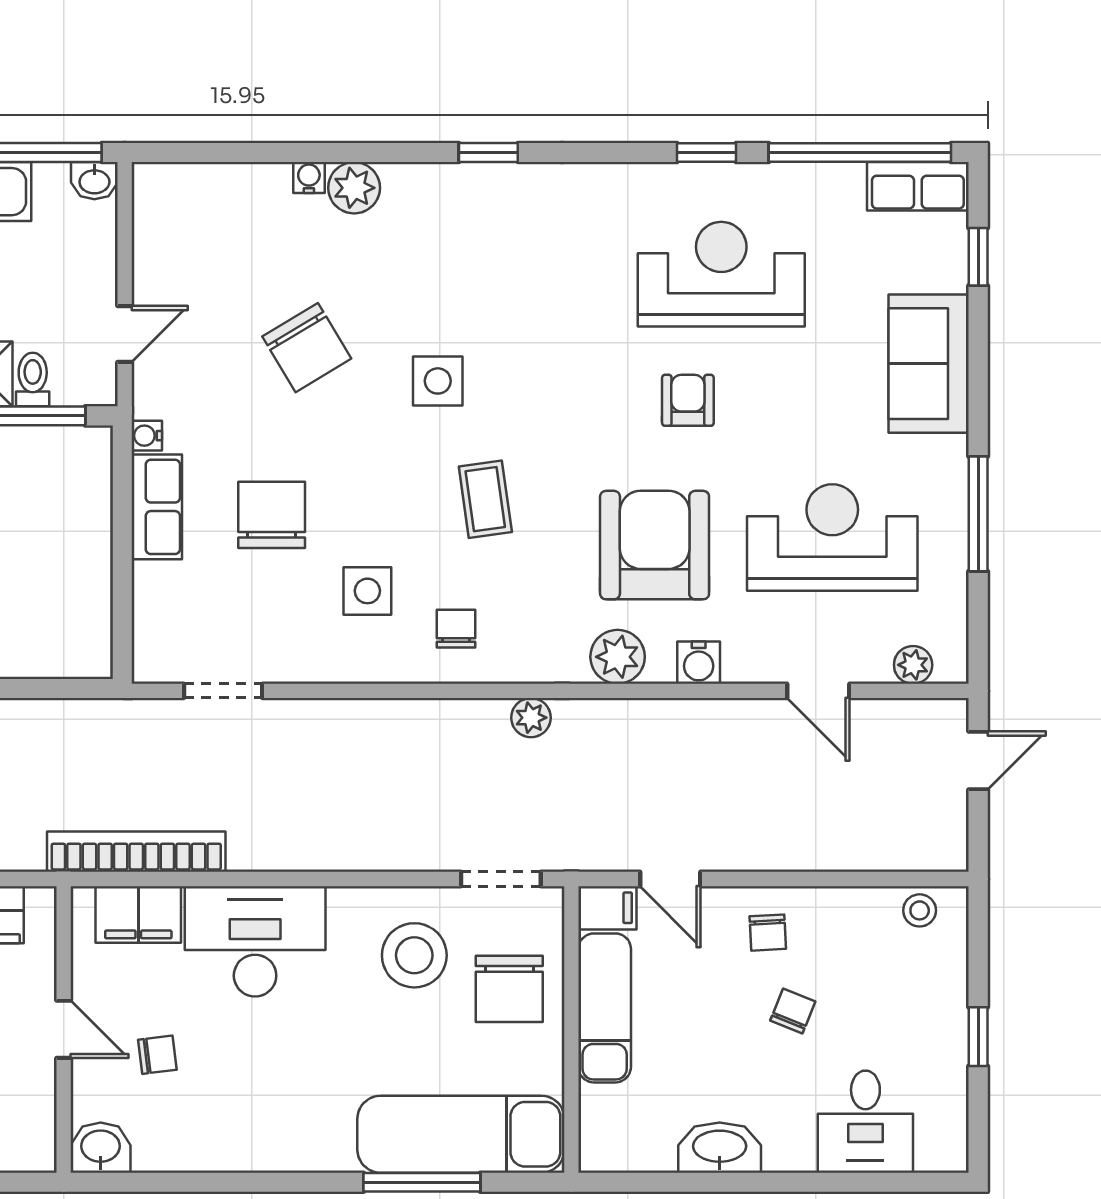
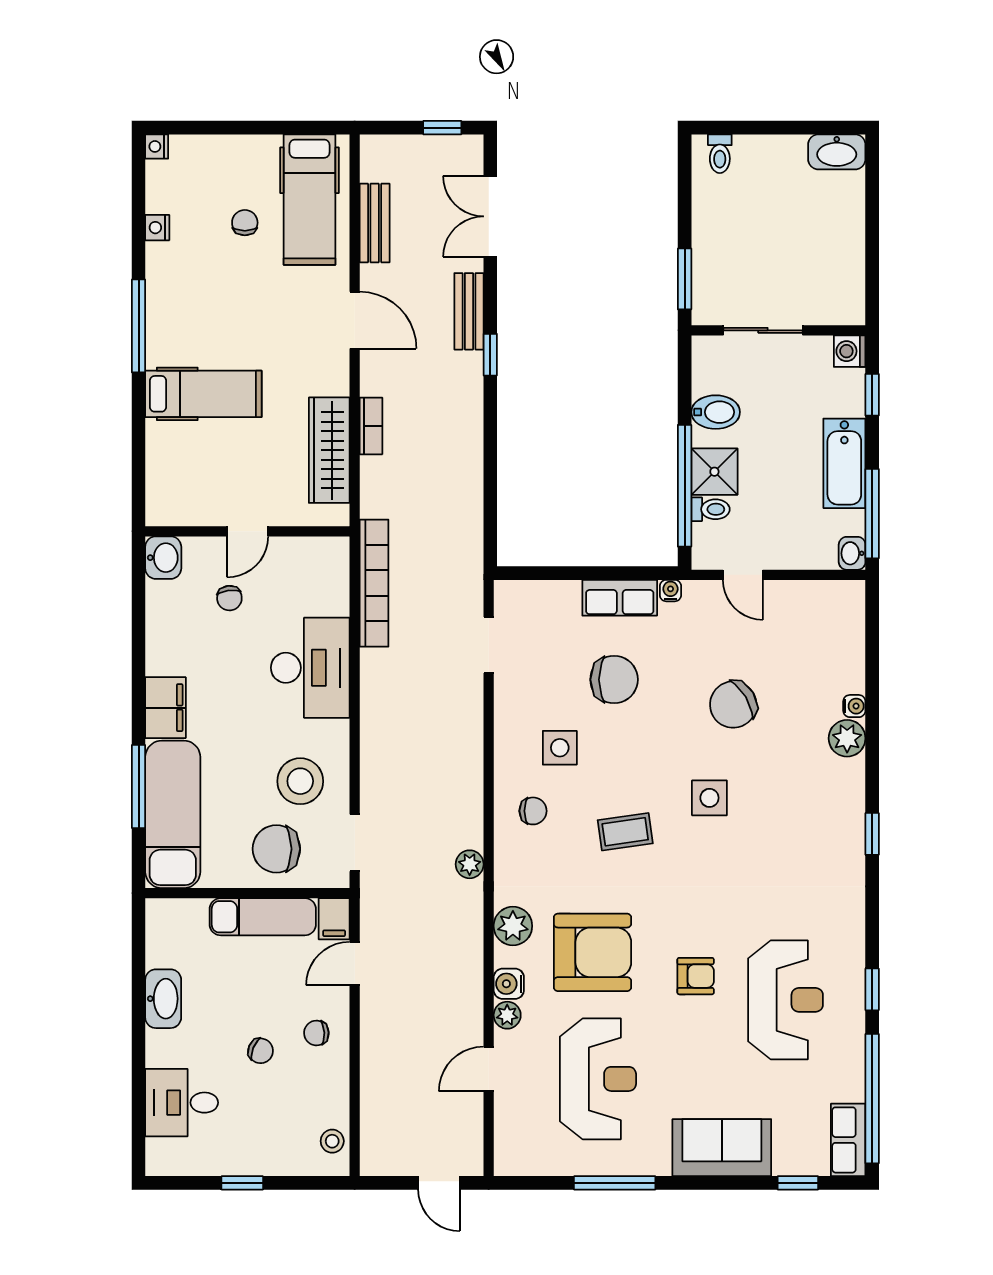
plant: (913, 665) -> (507, 1015), moved
filing cabinet: (138, 915) -> (165, 708), moved, turned 180

